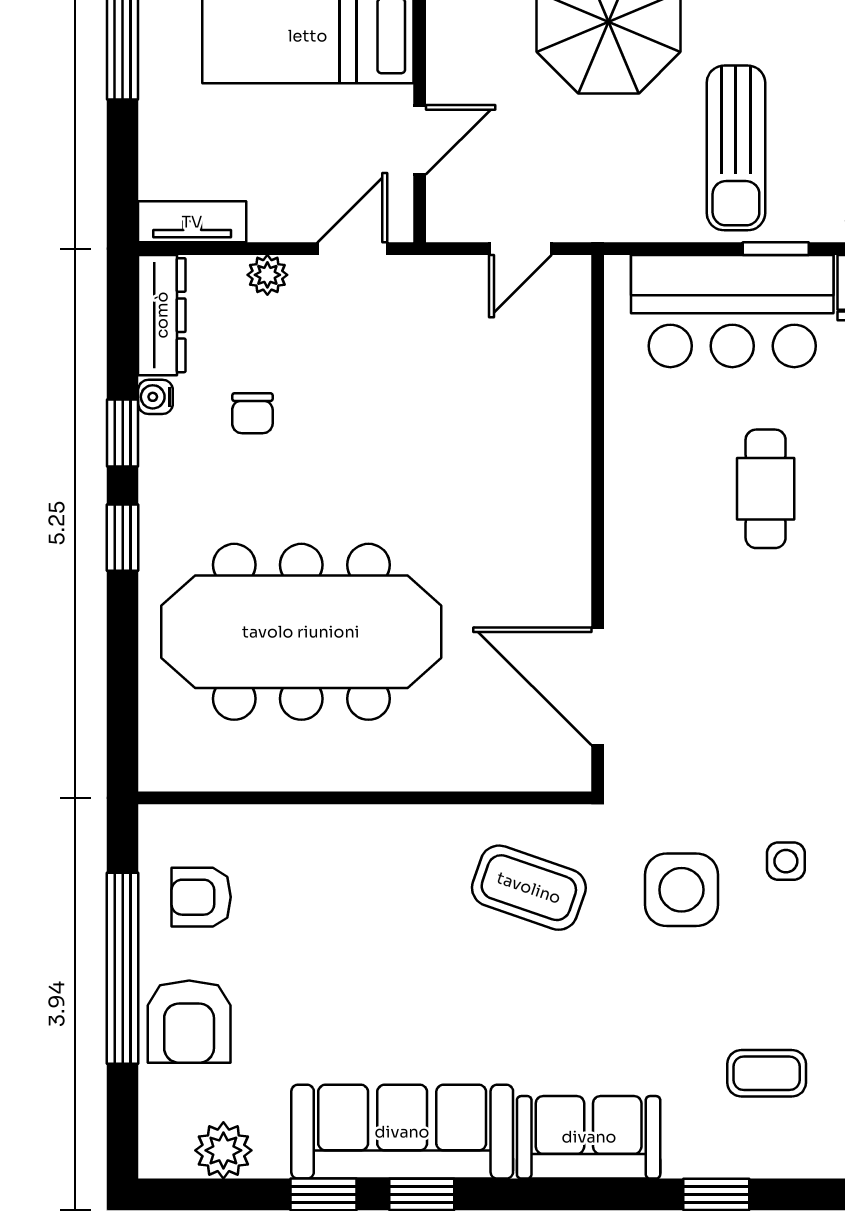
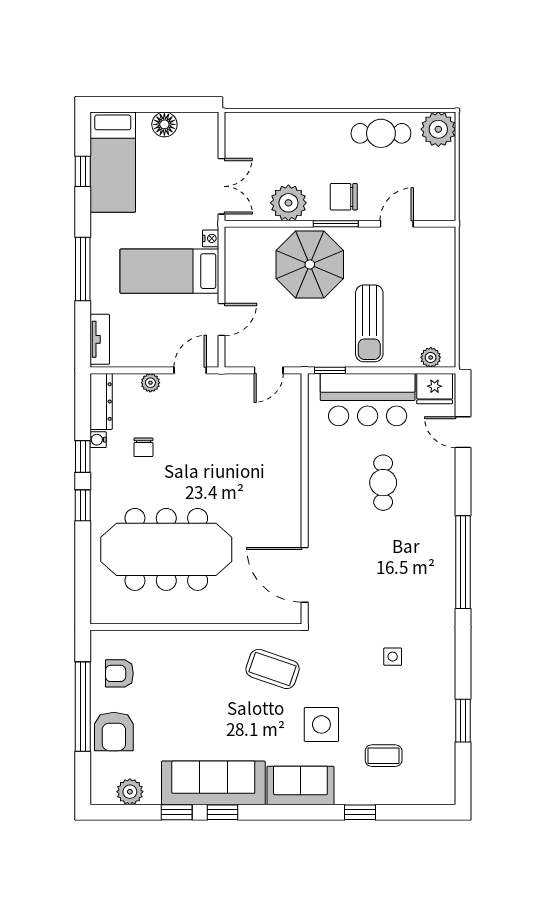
tv unit: (192, 222) -> (100, 339), moved, turned 90
window: (776, 249) -> (330, 370), moved
side table: (681, 890) -> (321, 724), moved

